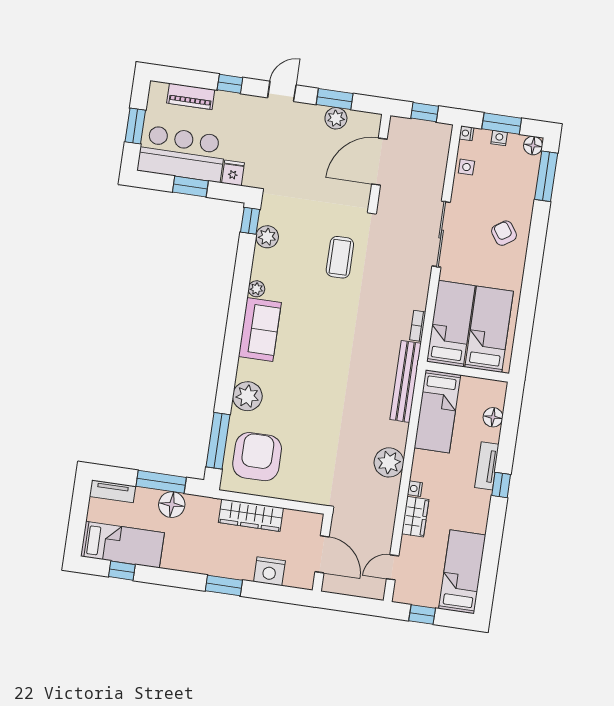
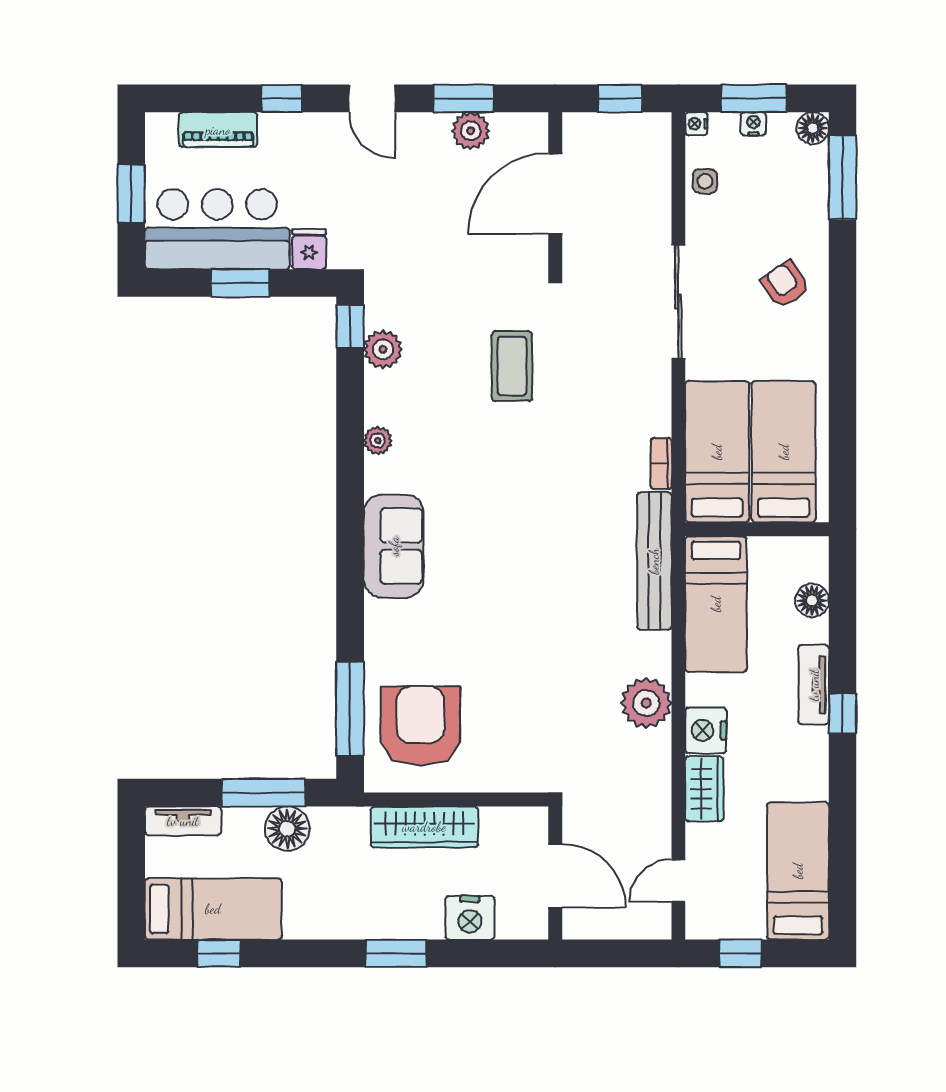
door: (282, 91) -> (372, 98), swing flipped
sofa: (260, 329) -> (394, 546), moved
plant: (247, 396) -> (389, 626), removed
nightstand: (415, 489) -> (706, 730), width x1.89, depth x1.79

